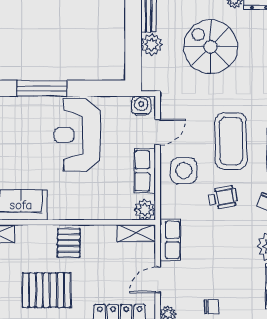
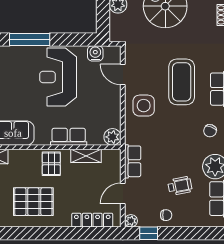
water cooler: (141, 106) -> (95, 53), moved
door: (158, 132) -> (123, 74), swing flipped
row of seats: (145, 171) -> (69, 137), moved, turned 90
wheelchair: (223, 197) -> (180, 186), moved
shelving: (136, 233) -> (86, 156), moved

